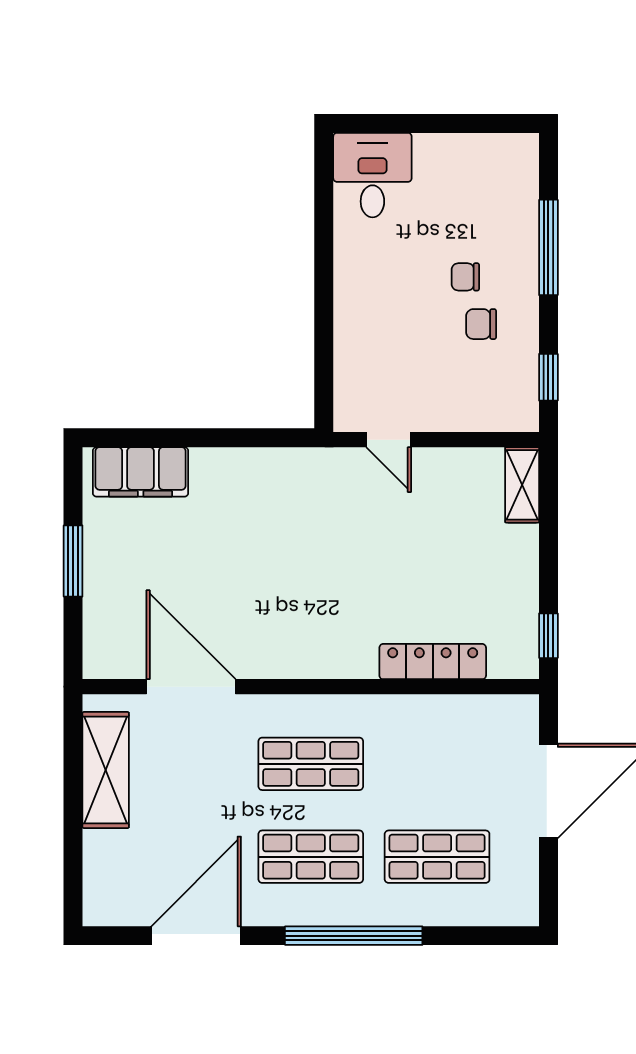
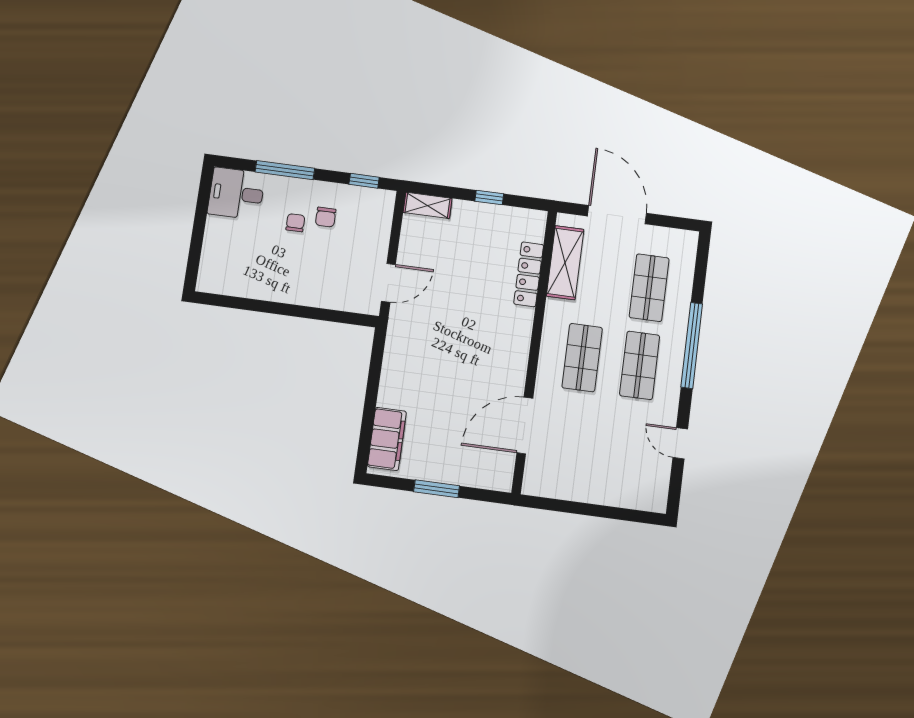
desk: (372, 175) -> (236, 194), moved
chair: (465, 277) -> (295, 223), turned 180
door: (389, 440) -> (388, 283), width x1.38
window: (548, 636) -> (489, 198), moved
shelving: (106, 770) -> (565, 263), moved, turned 90
door: (196, 936) -> (680, 443), width x0.53

